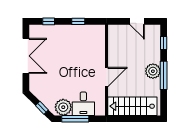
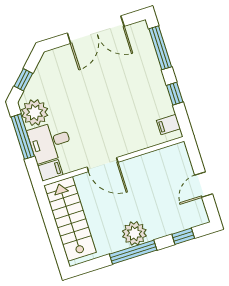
window: (49, 21) -> (160, 48), width x2.17
filing cabinet: (95, 31) -> (168, 125), added
filing cabinet: (100, 109) -> (50, 170), added

